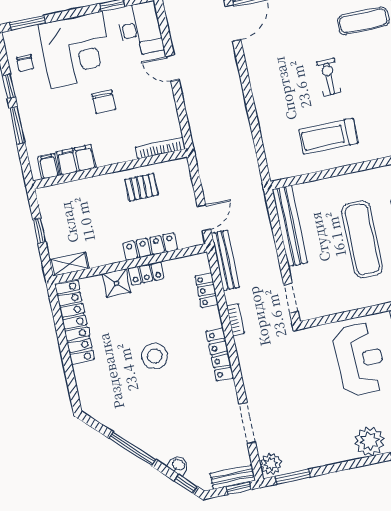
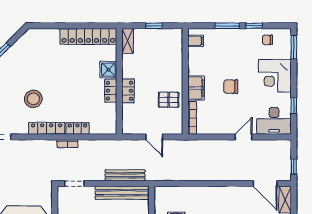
corner desk: (76, 50) -> (275, 76), width x0.74, depth x0.74
filing cabinet: (76, 160) -> (196, 88), moved
pallet: (142, 187) -> (169, 100), turned 90
door: (204, 218) -> (154, 137), moved
locker: (150, 247) -> (128, 91), width x0.66
bench: (225, 260) -> (125, 175), moved
locker: (207, 290) -> (77, 128), moved
stool: (155, 356) -> (33, 99), moved

